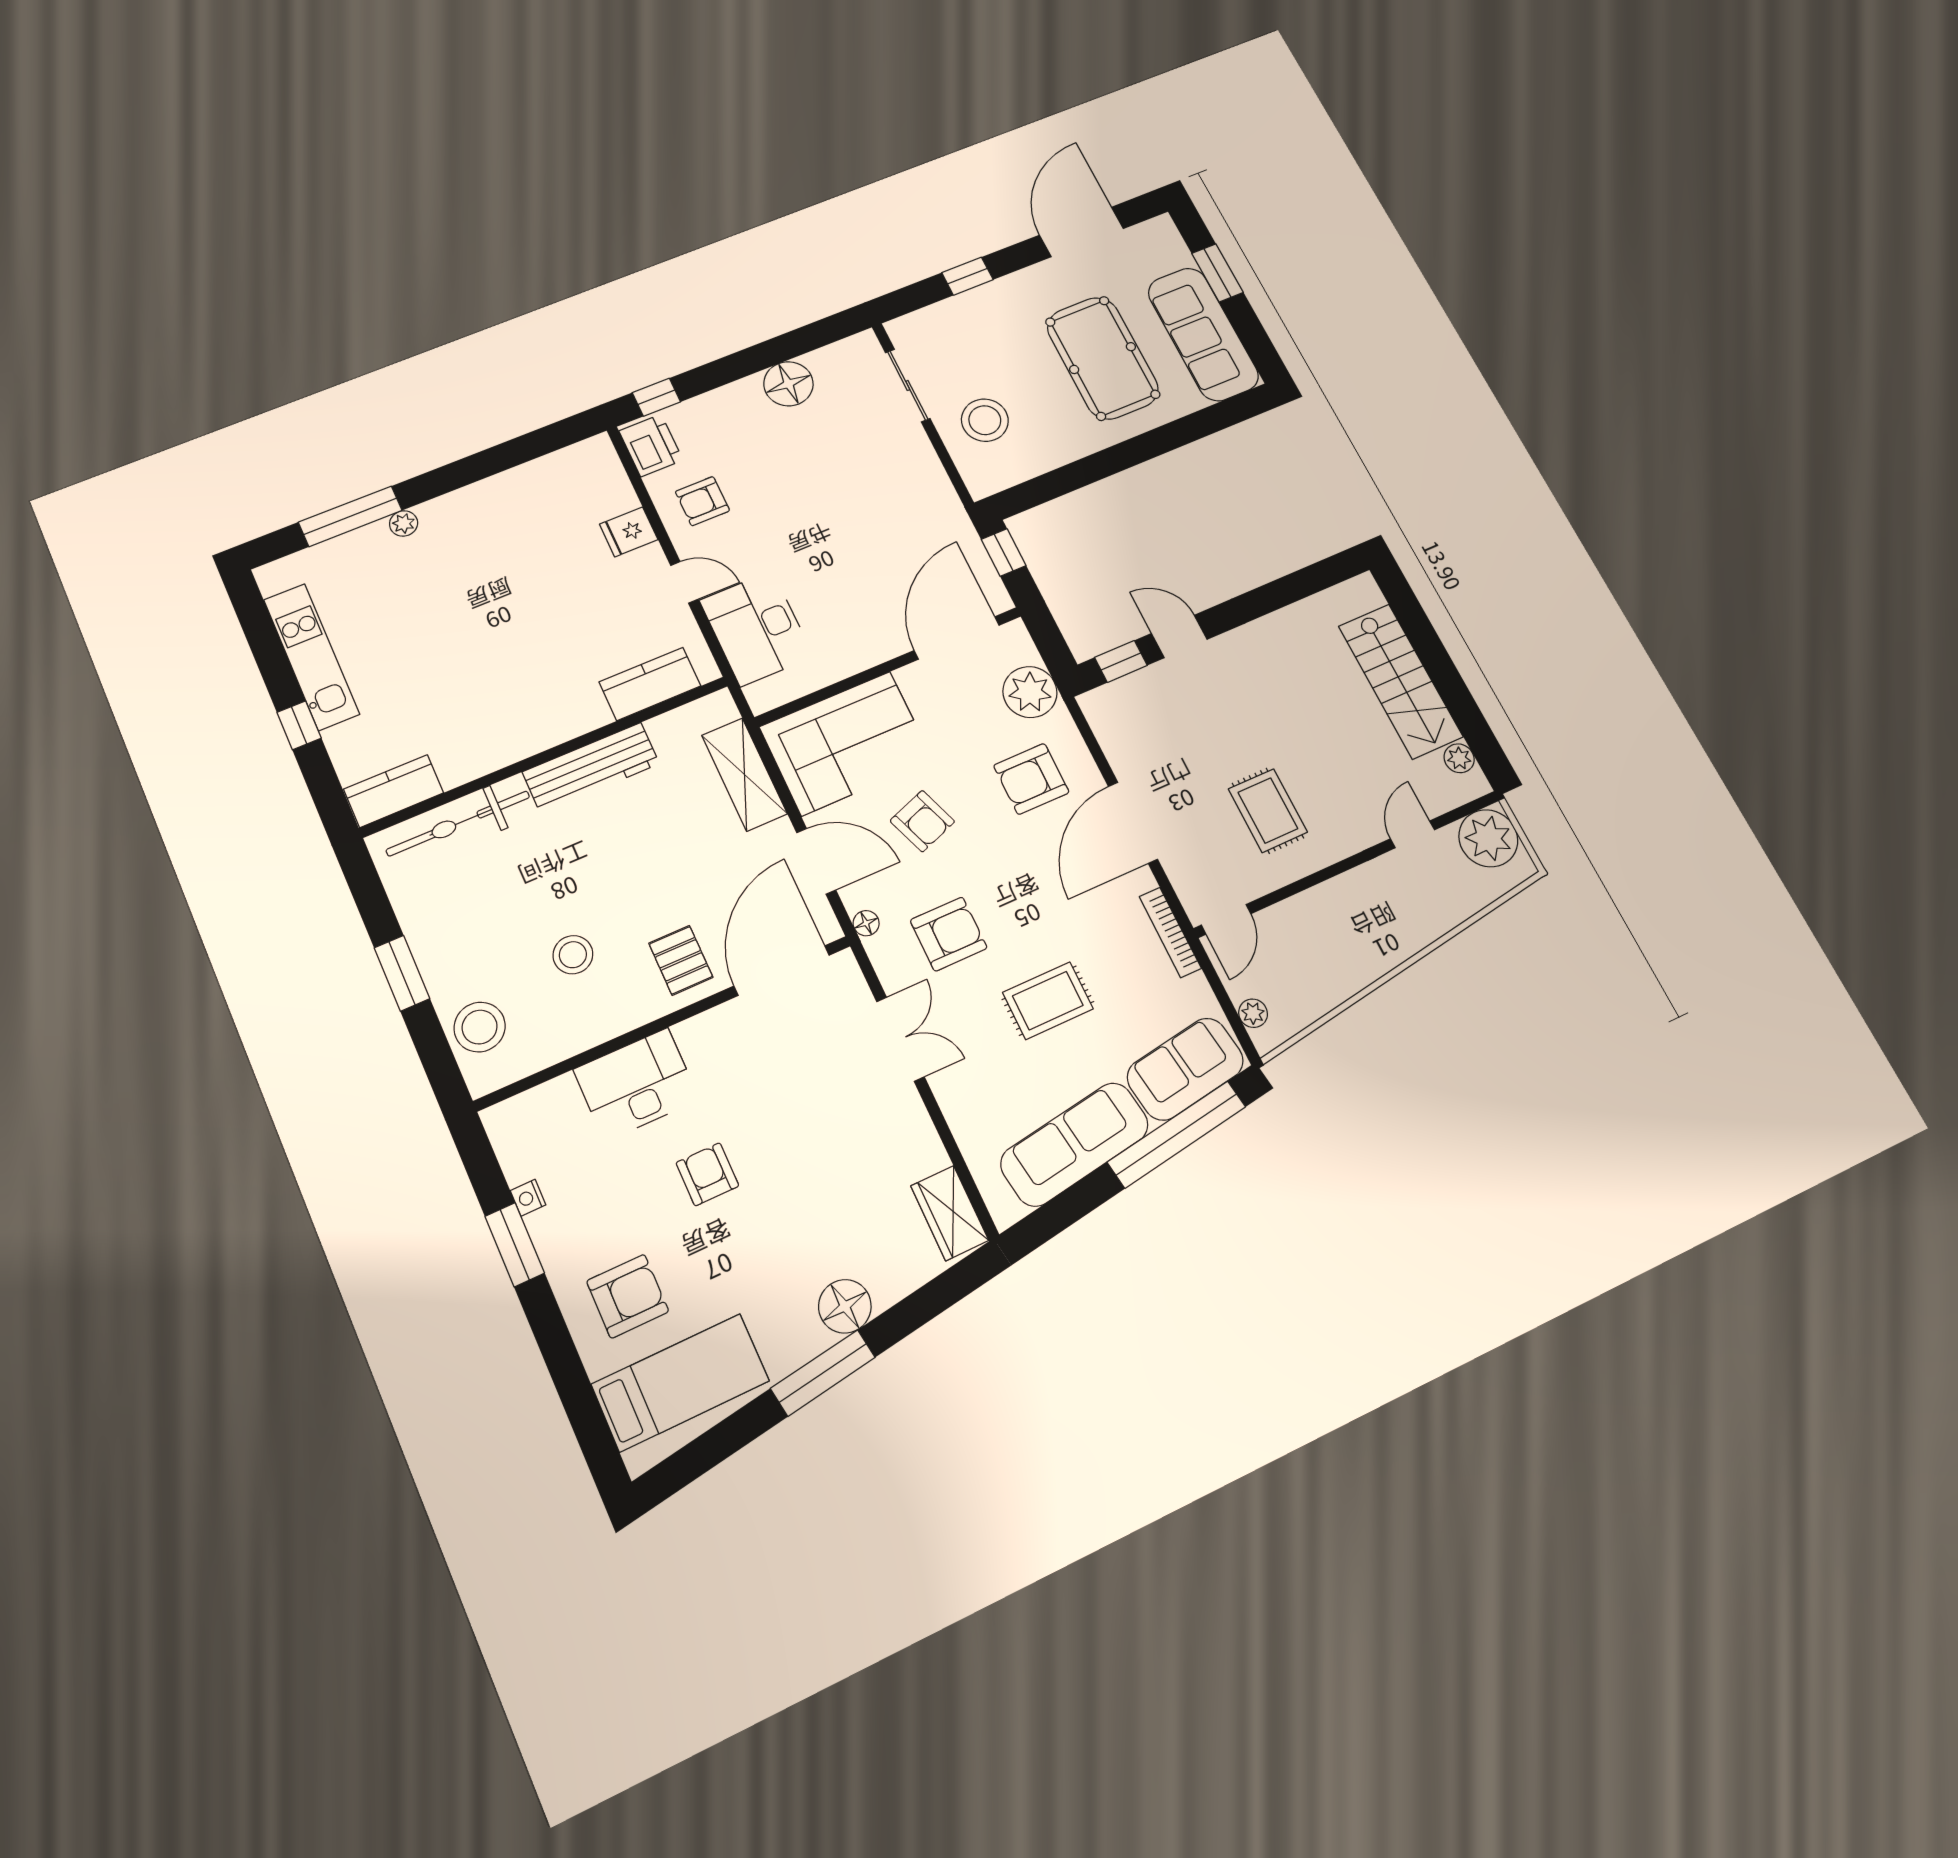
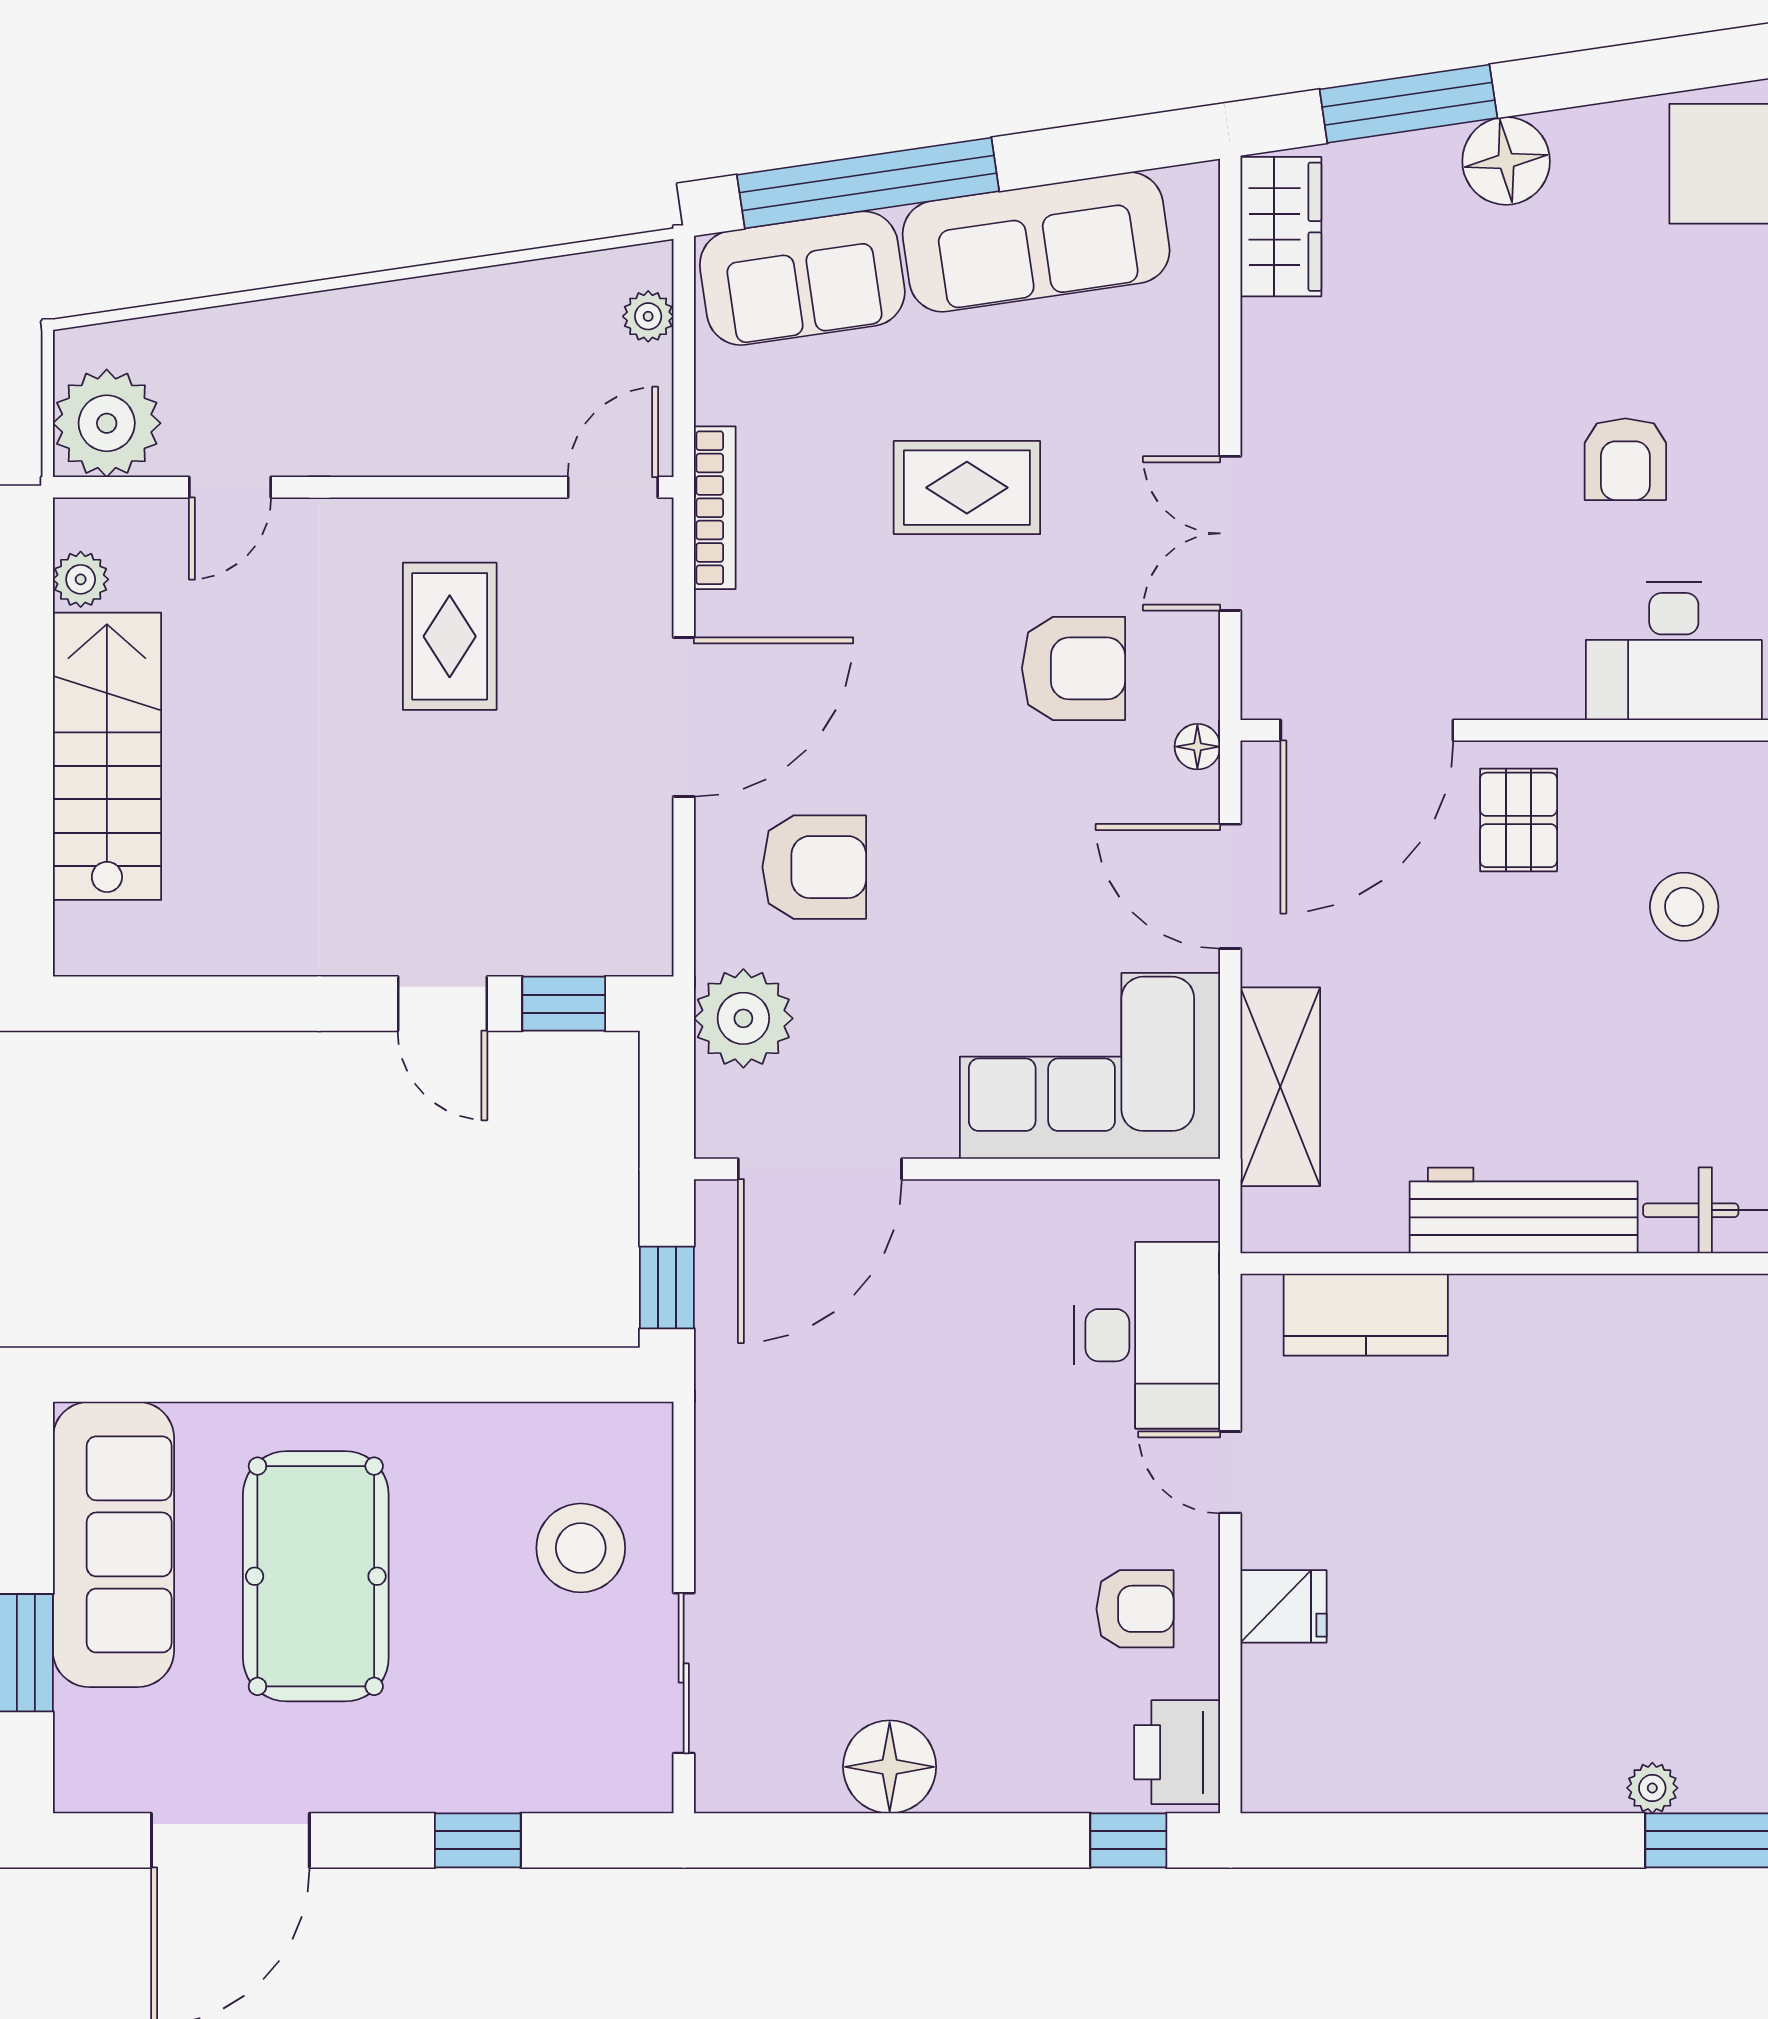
armchair: (922, 821) -> (1027, 876), removed
armchair: (949, 934) -> (1074, 668), turned 180
window: (823, 1373) -> (1408, 104), moved

